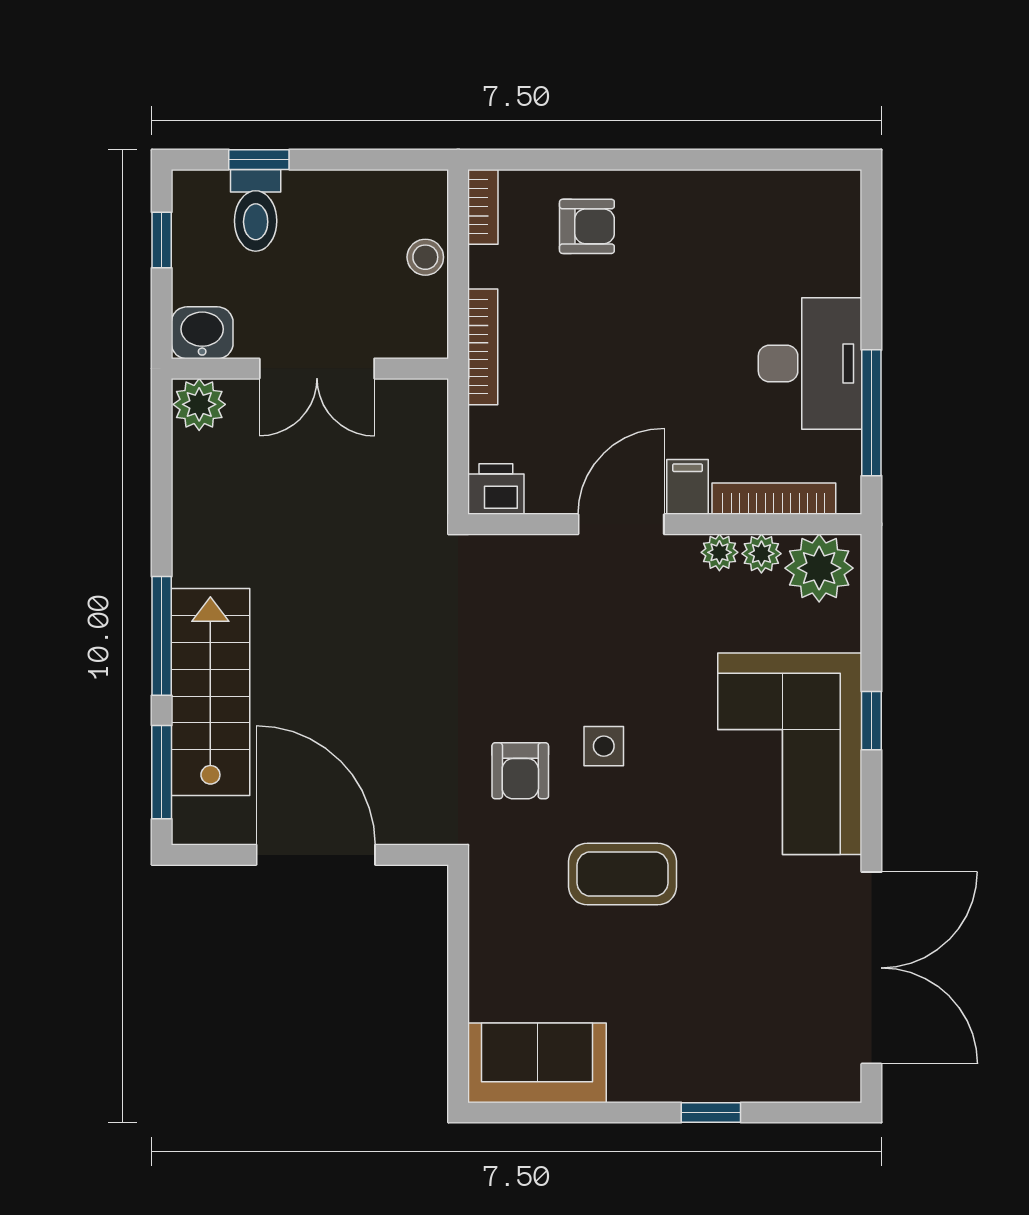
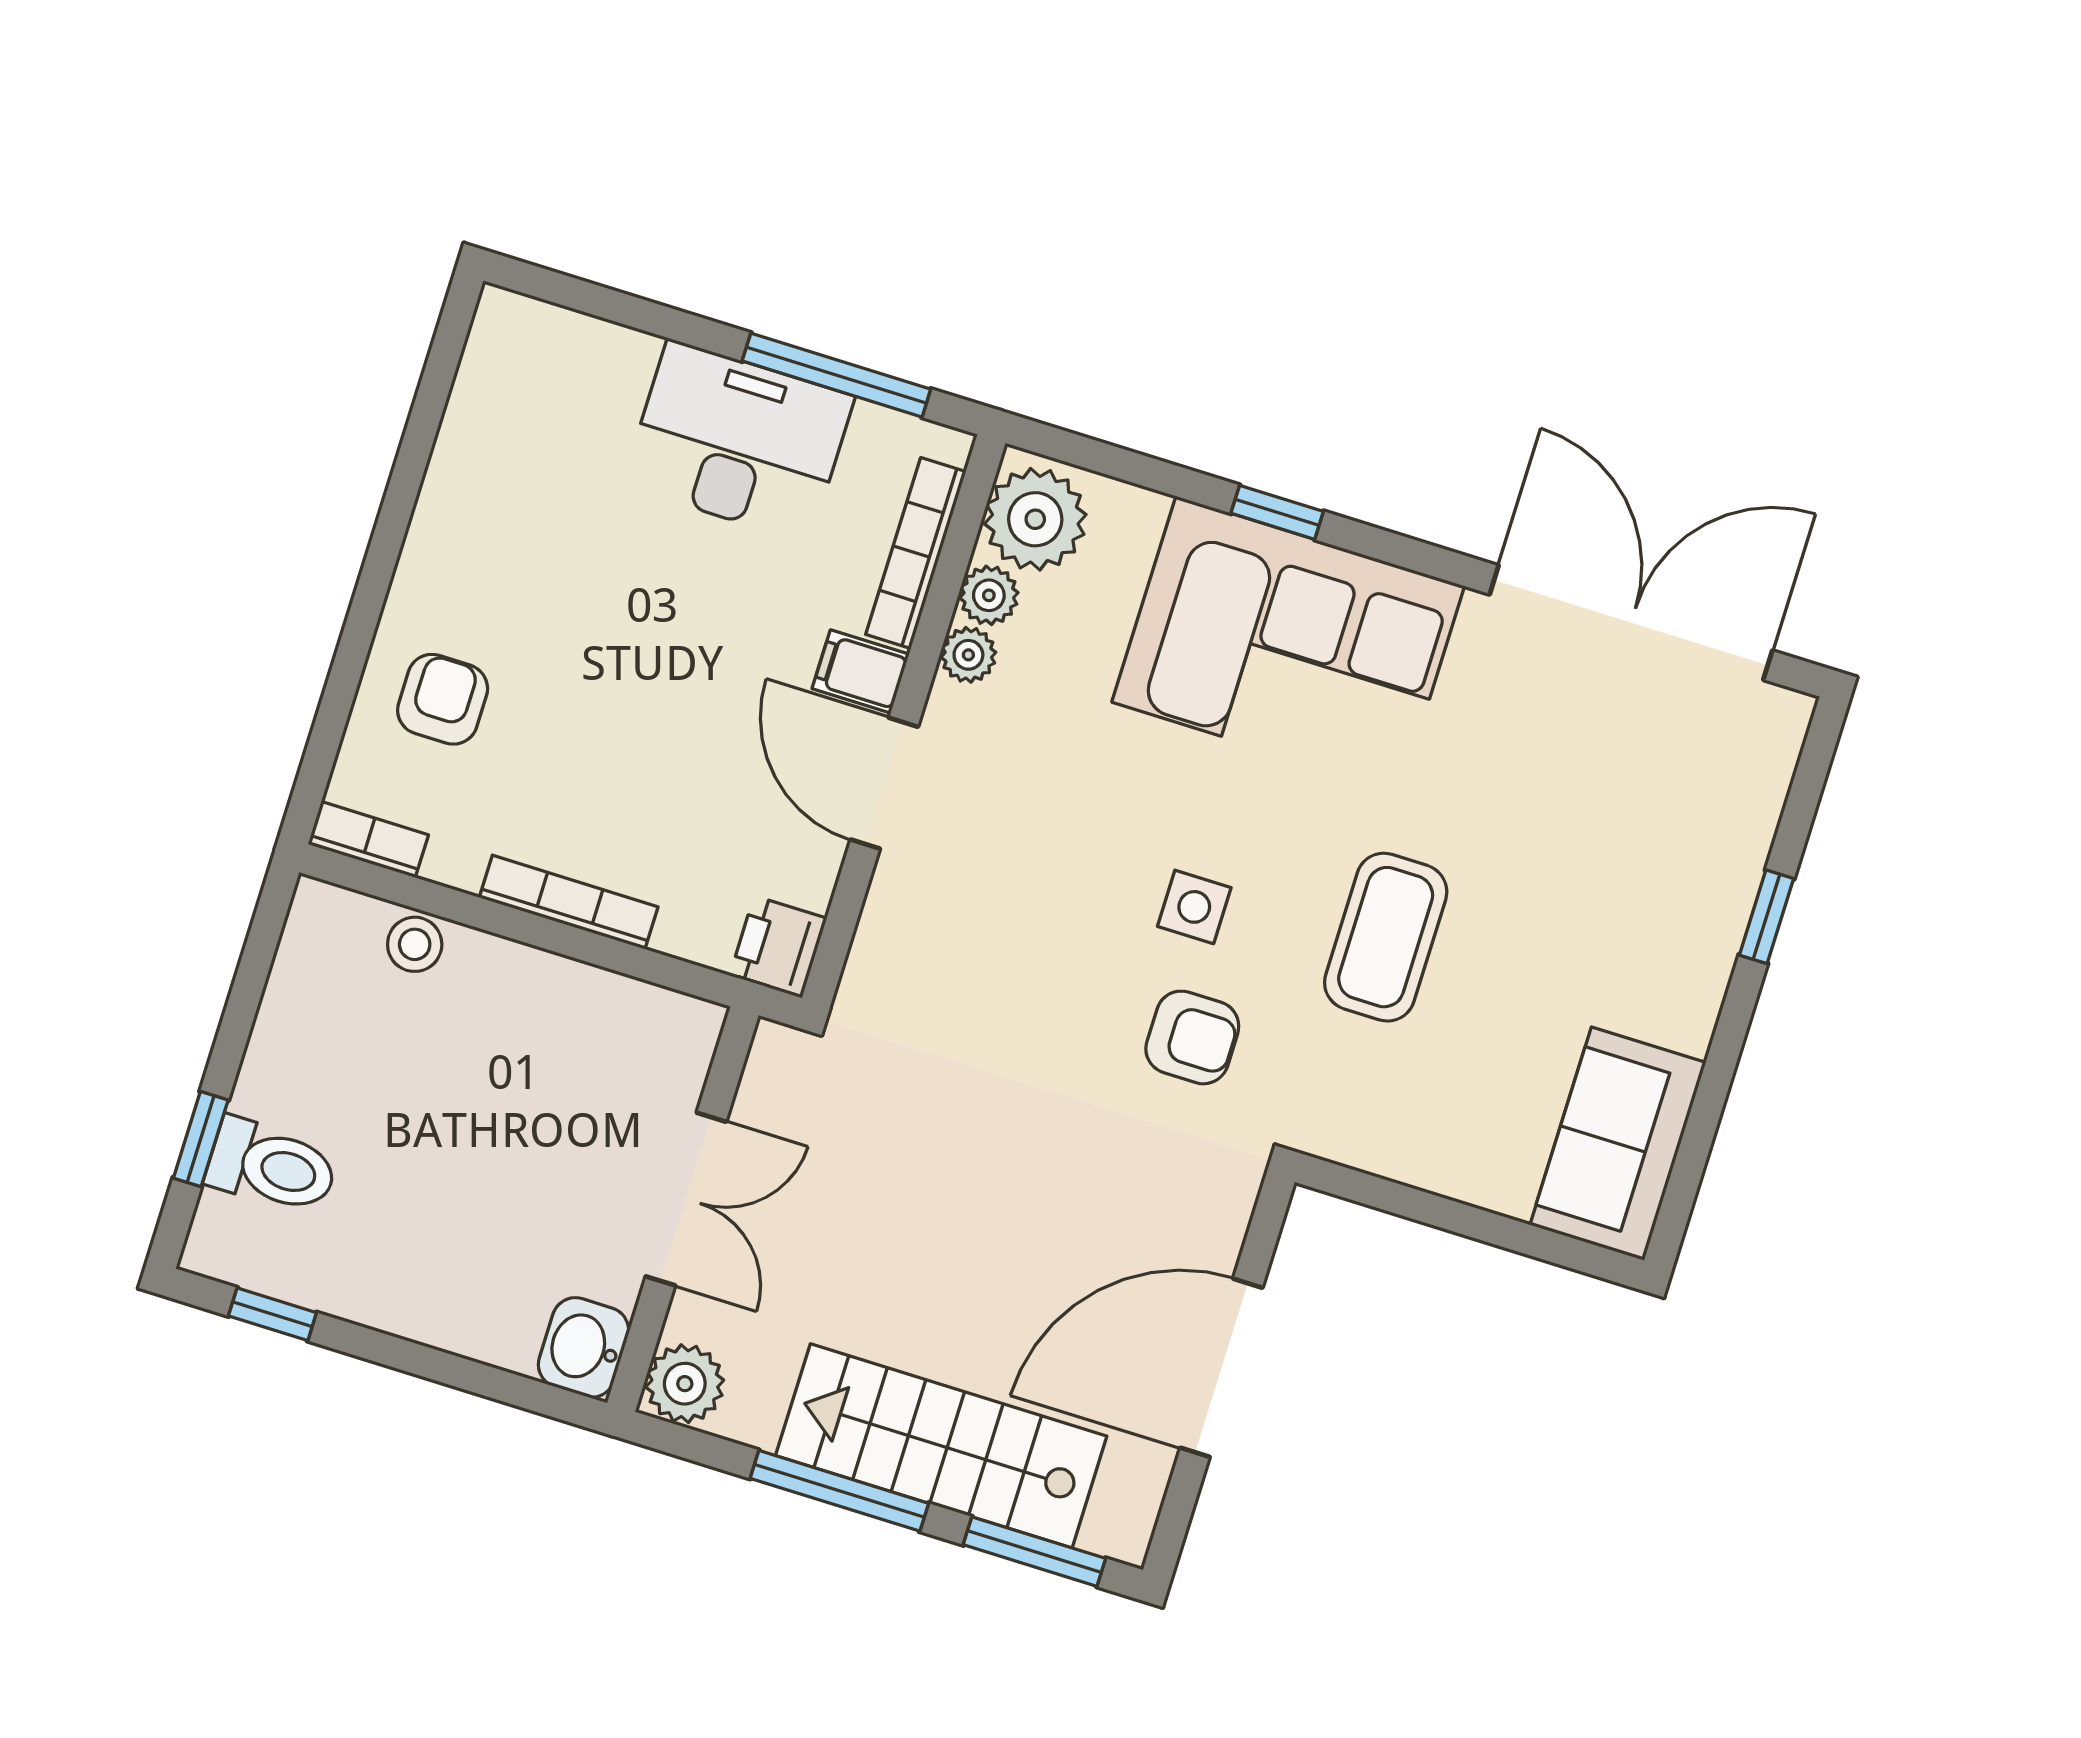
washbasin: (202, 333) -> (584, 1347), moved
wall: (310, 369) -> (683, 1209), moved
double door: (317, 369) -> (686, 1199), moved
plant: (199, 404) -> (685, 1384), moved

